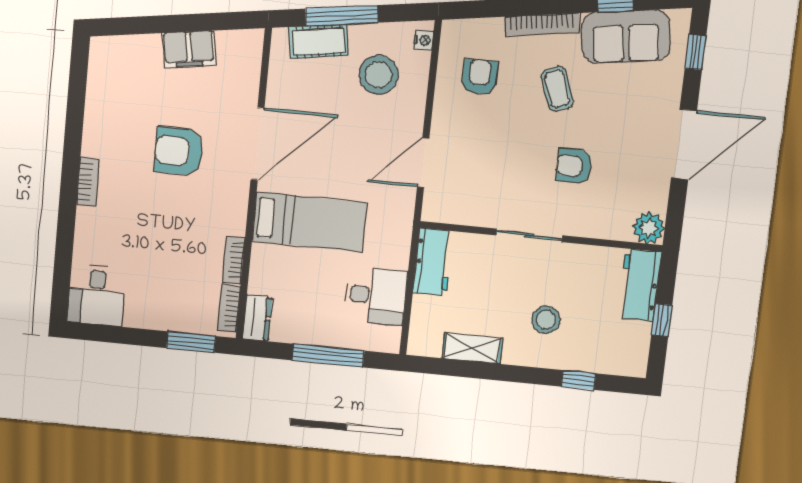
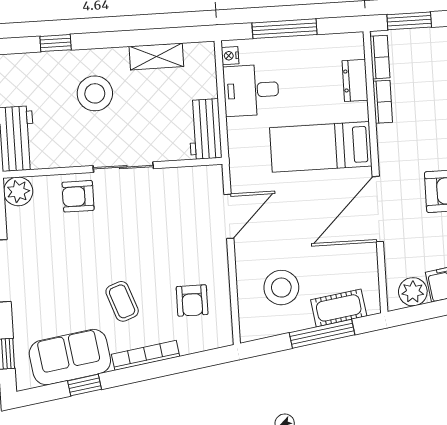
nightstand: (423, 40) -> (230, 56), moved
plant: (233, 46) -> (413, 292), added
armchair: (574, 166) -> (78, 196), moved, turned 180
dresser: (257, 318) -> (355, 80), moved
stool: (546, 320) -> (95, 93), width x1.38, depth x1.38

